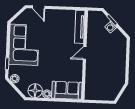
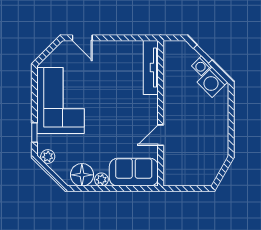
washing machine: (117, 37) -> (212, 82), added
door: (85, 53) -> (161, 135), moved

